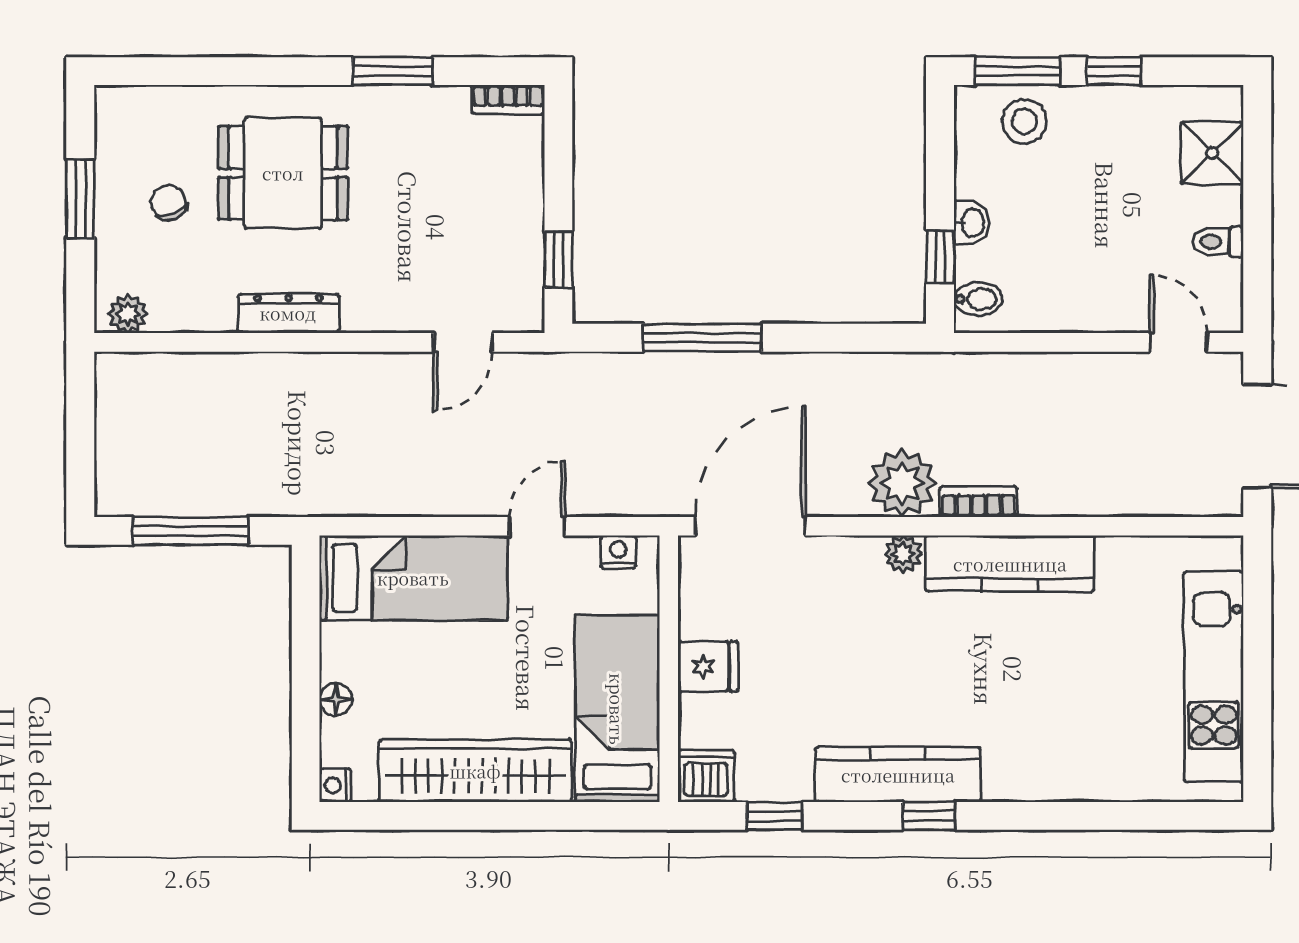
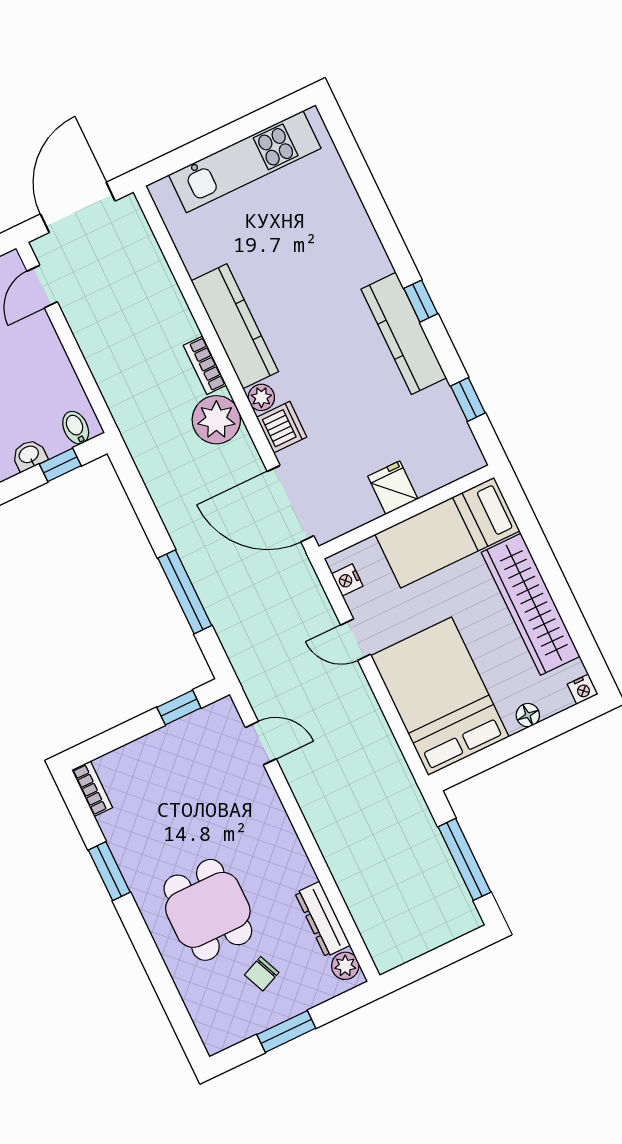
dresser: (288, 313) -> (323, 919), moved
bed: (413, 578) -> (440, 696), width x1.50
dishwasher: (706, 776) -> (282, 427), moved, turned 180

